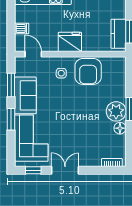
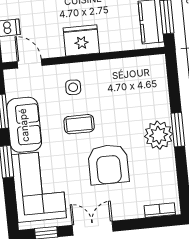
armchair: (88, 71) -> (108, 164), moved
coffee table: (63, 99) -> (79, 124), added
floor lamp: (120, 128) -> (167, 159), removed

